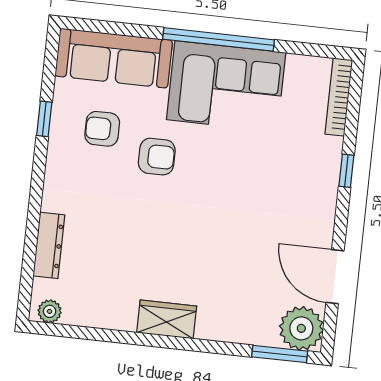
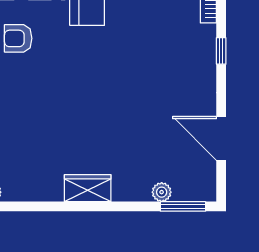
armchair: (157, 157) -> (65, 56), removed
plant: (301, 328) -> (162, 192), moved, width x0.53, depth x0.53

